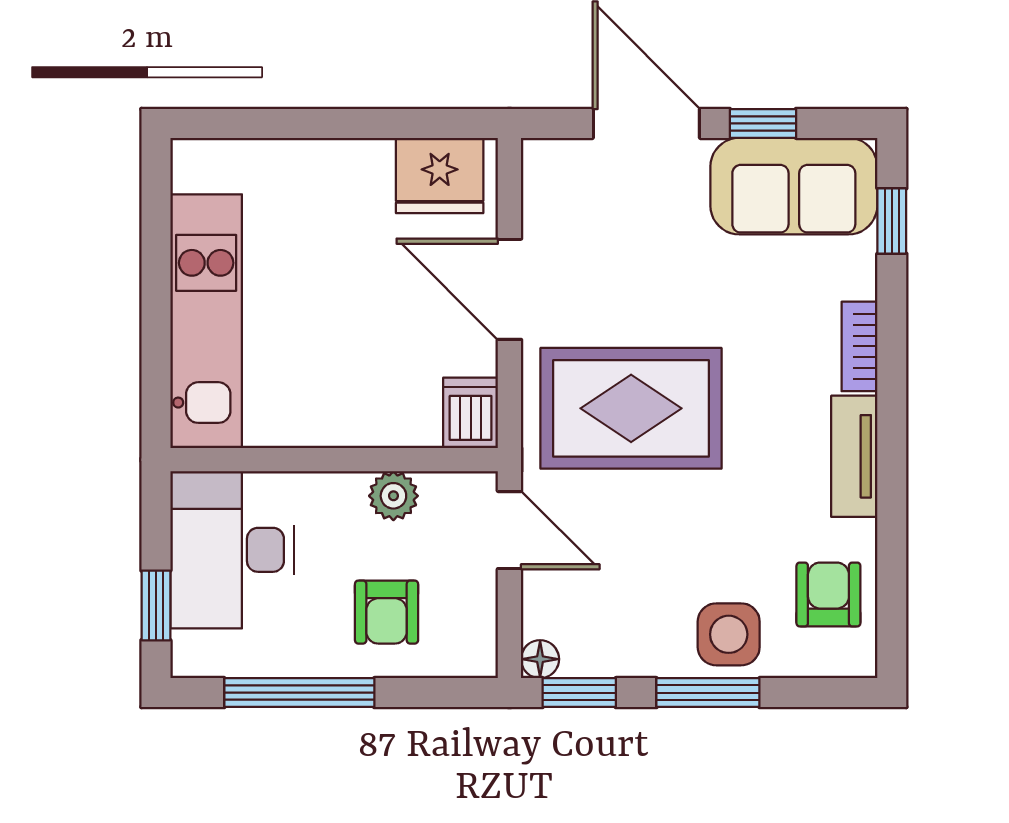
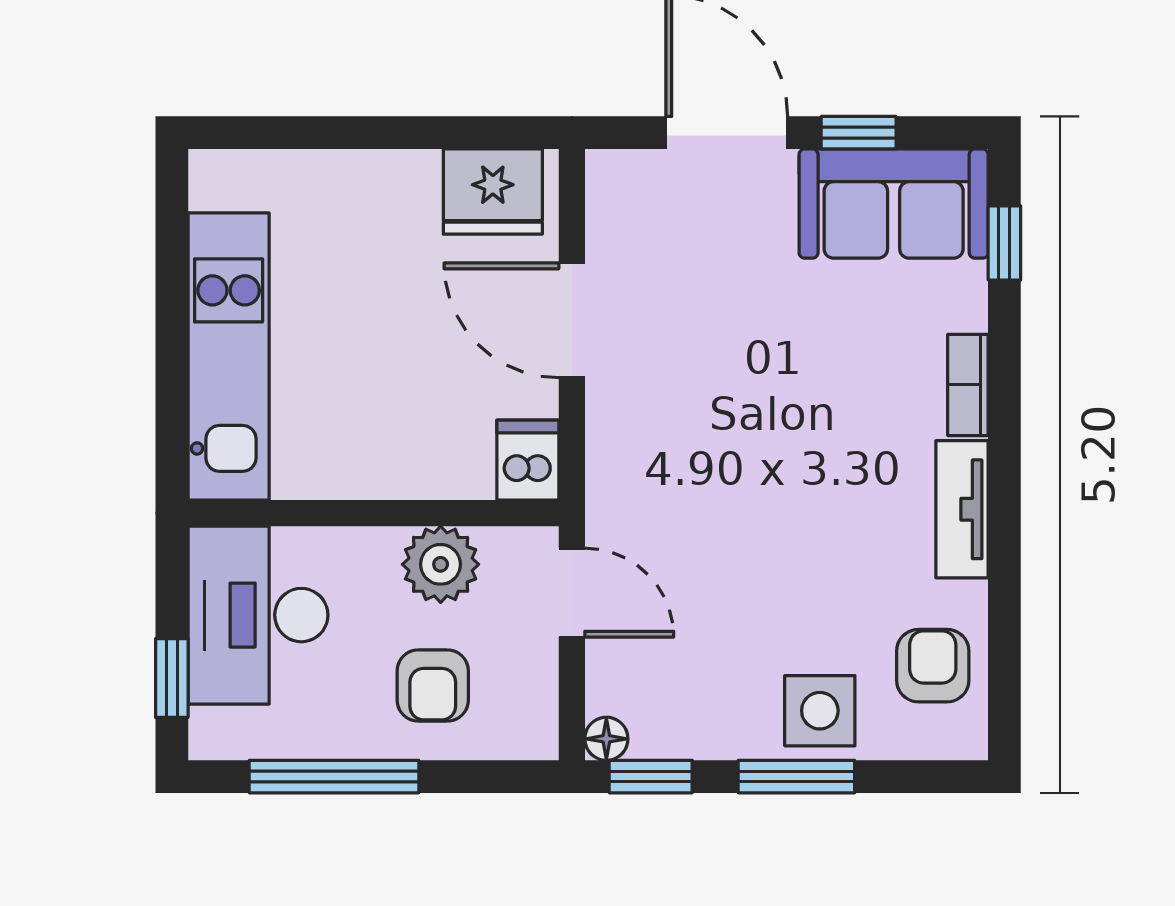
rug: (631, 408) -> (709, 455), removed
plant: (393, 496) -> (441, 564), width x1.38, depth x1.38

